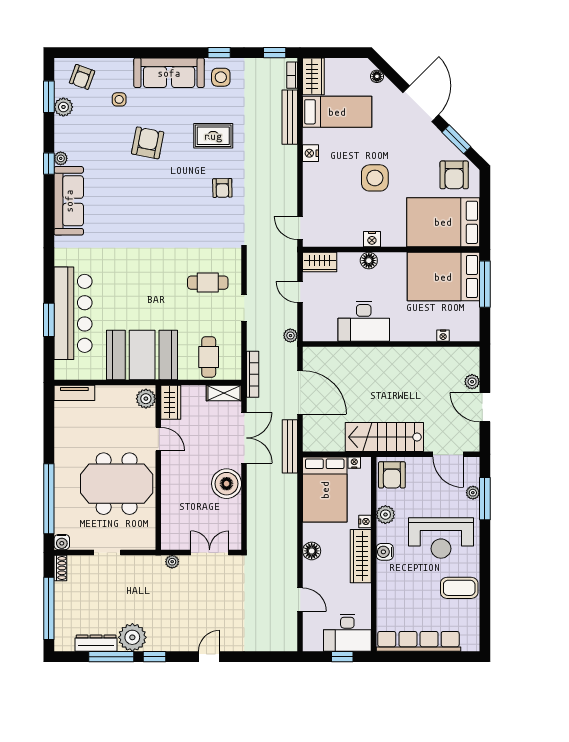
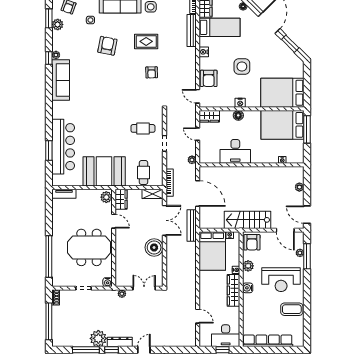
armchair: (454, 175) -> (209, 78), moved
door: (485, 407) -> (307, 215), moved
water cooler: (62, 542) -> (108, 282), moved
floor lamp: (312, 551) -> (204, 287), removed
dresser: (96, 643) -> (120, 342), moved

